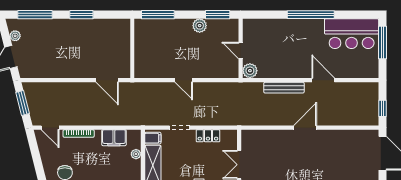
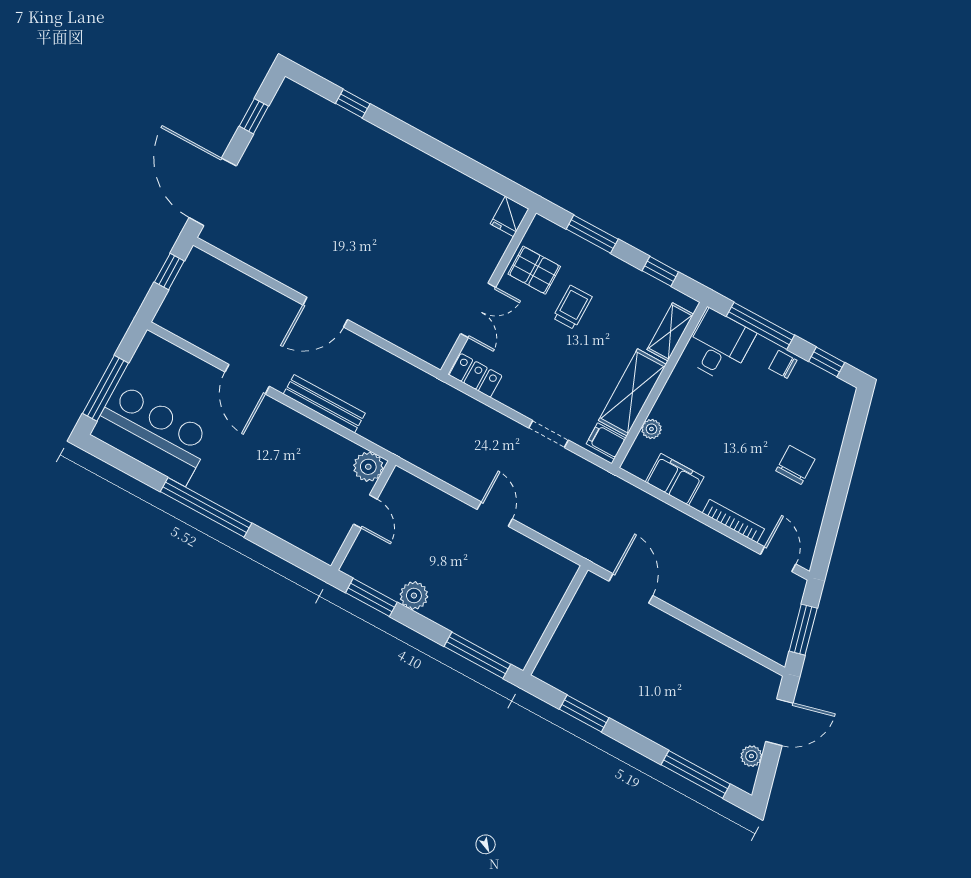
window: (81, 15) -> (584, 714), moved
locker: (208, 136) -> (476, 375), moved

